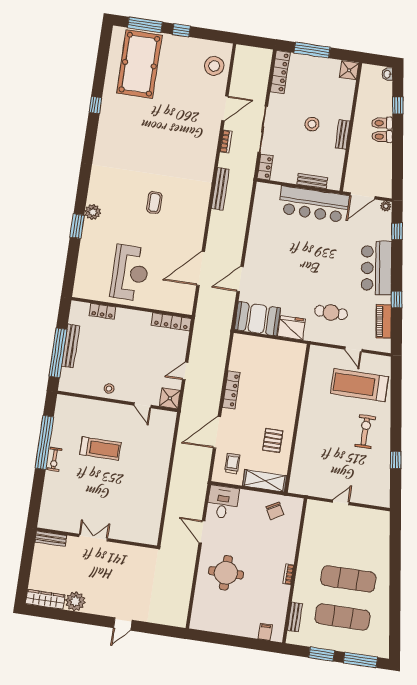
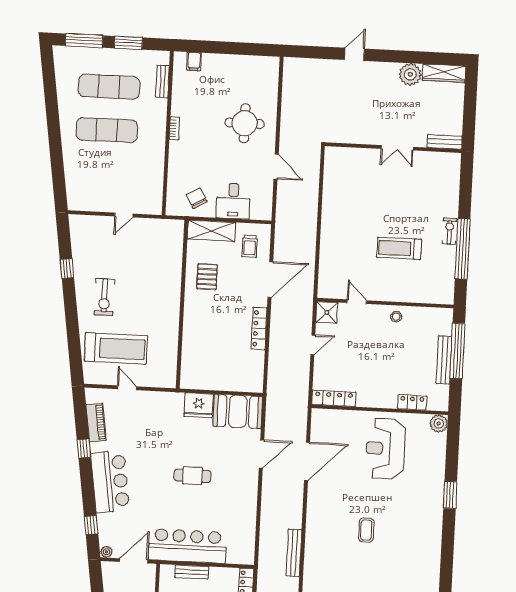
plant: (93, 212) -> (439, 423), moved
cafe table: (331, 313) -> (193, 476), moved
desk: (223, 502) -> (233, 201), moved

